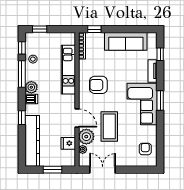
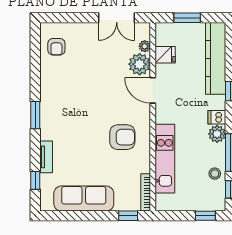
corner sofa: (142, 104) -> (61, 110), removed
coffee table: (109, 126) -> (107, 79), removed

